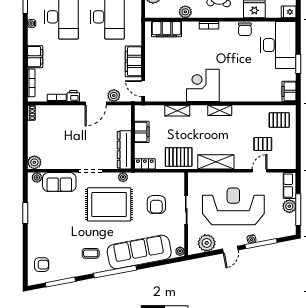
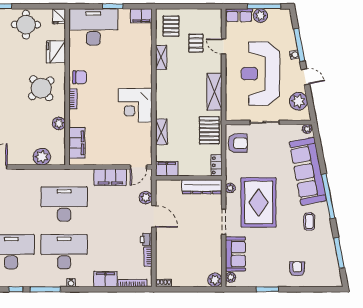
chair: (245, 29) -> (80, 77), moved
shelving: (220, 110) -> (161, 57), moved
filing cabinet: (142, 132) -> (167, 169), moved
armchair: (156, 205) -> (238, 143), moved
armchair: (42, 265) -> (297, 269), moved

